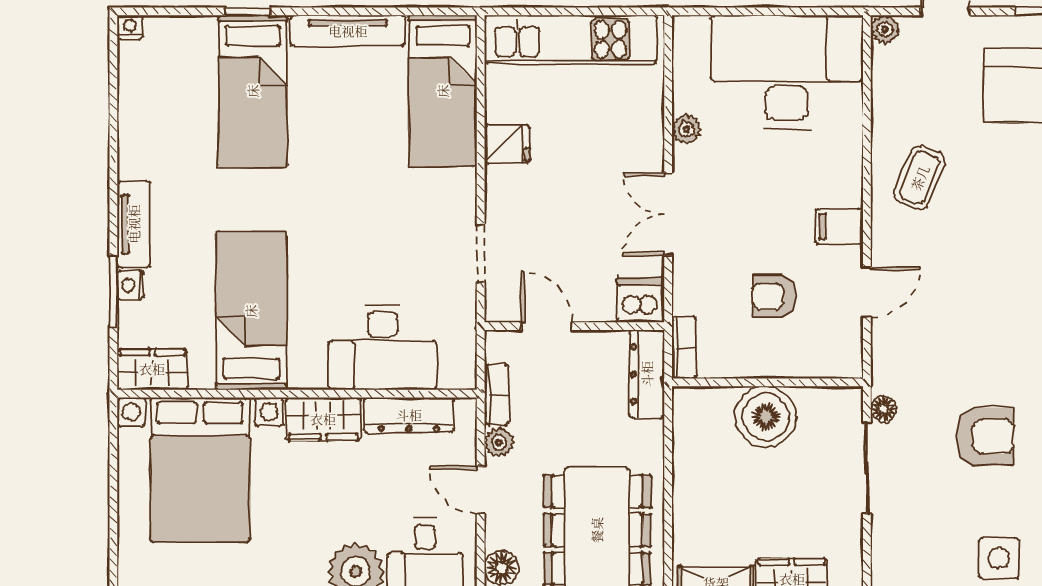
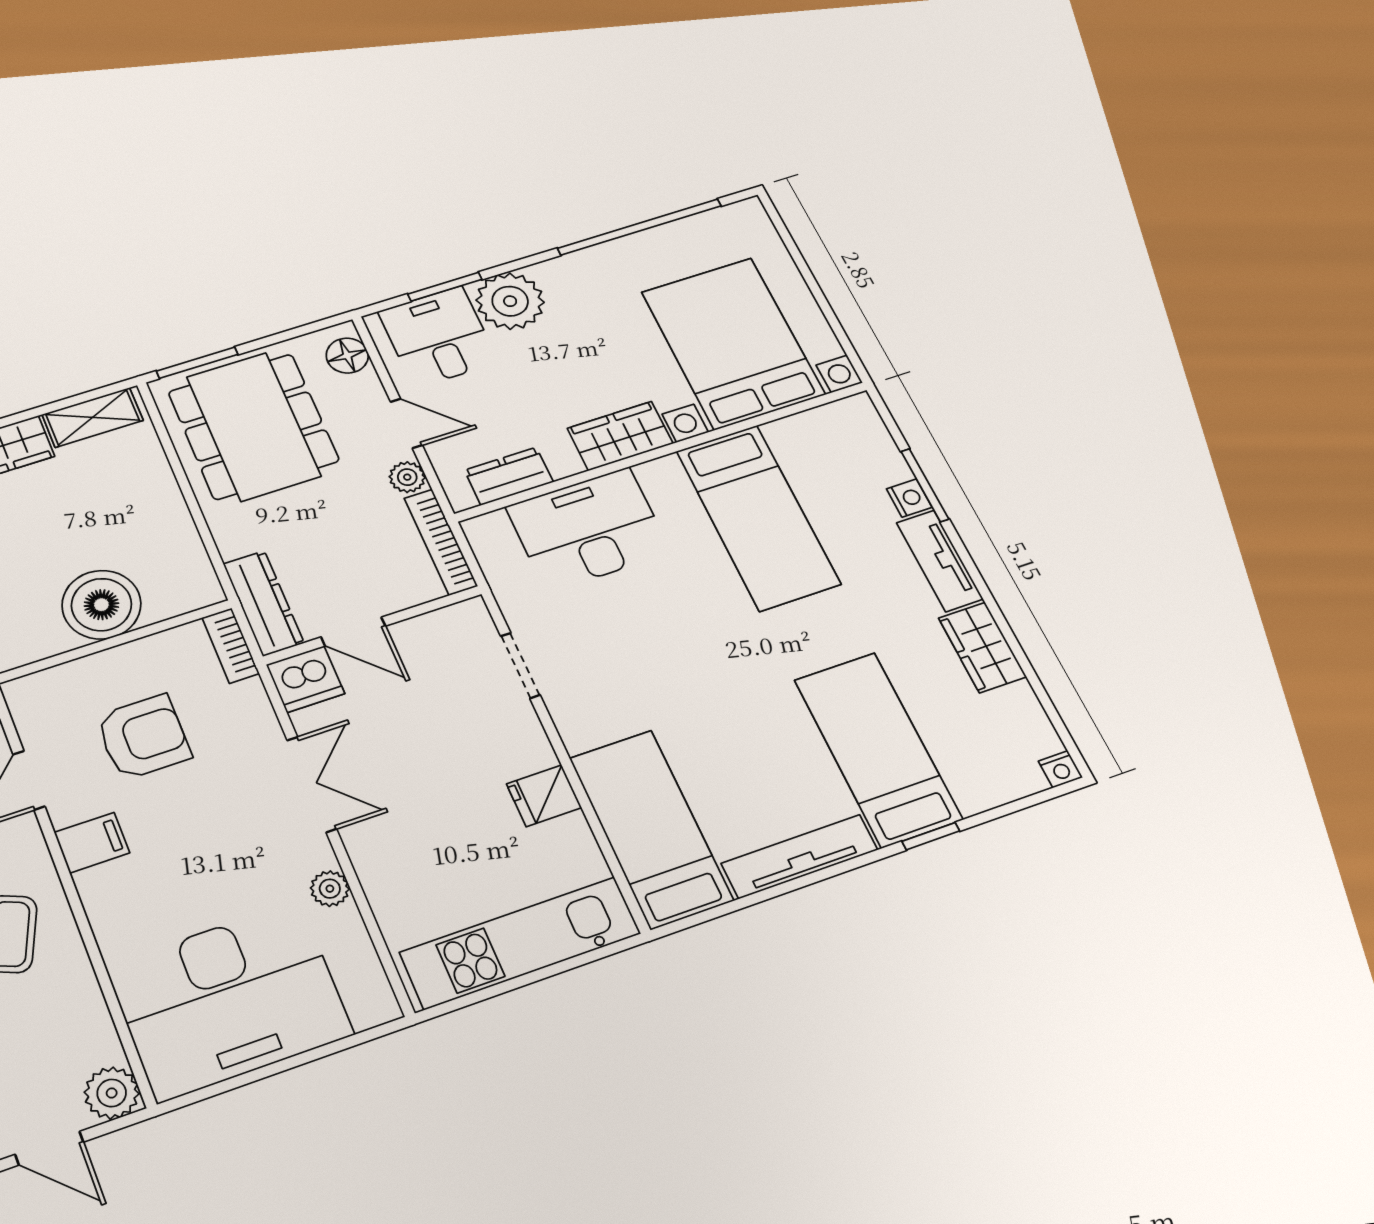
plant: (885, 29) -> (112, 1093), width x1.38, depth x1.38
armchair: (774, 296) -> (143, 737), width x1.38, depth x1.38
door: (546, 326) -> (353, 632), moved
wardrobe: (152, 369) -> (982, 647), moved, turned 90
bookcase: (497, 395) -> (441, 542), width x1.56
dresser: (409, 415) -> (509, 476), width x0.70

